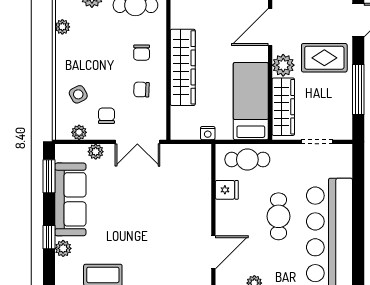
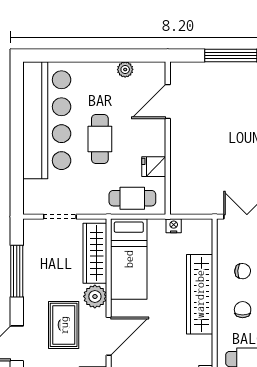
rug: (324, 58) -> (64, 325), moved, turned 90

